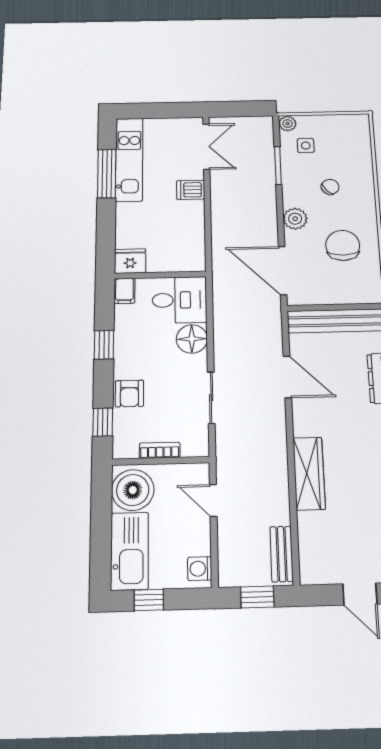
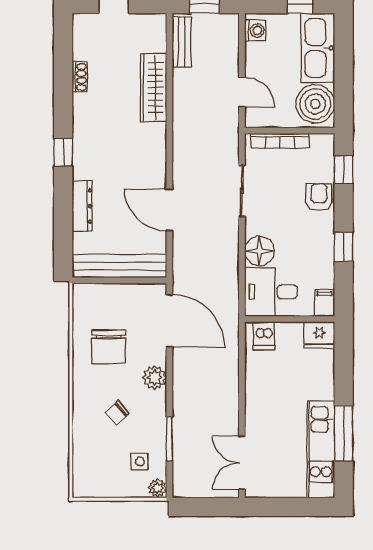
dishwasher: (191, 190) -> (264, 336), moved, turned 90
bookcase: (160, 450) -> (280, 141), width x1.56
wardrobe: (309, 473) -> (153, 88), moved

